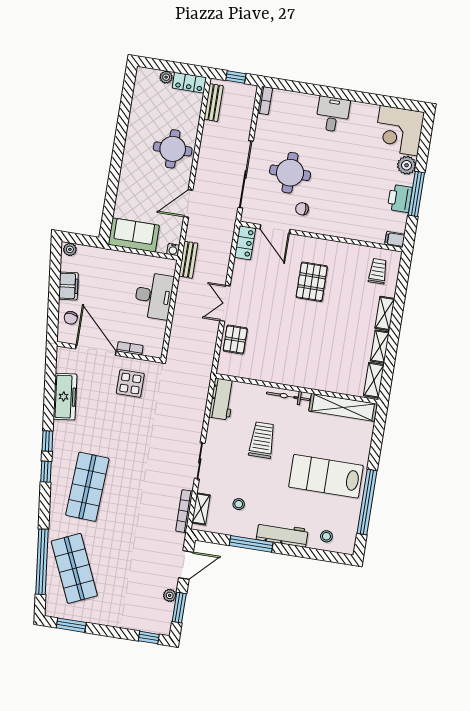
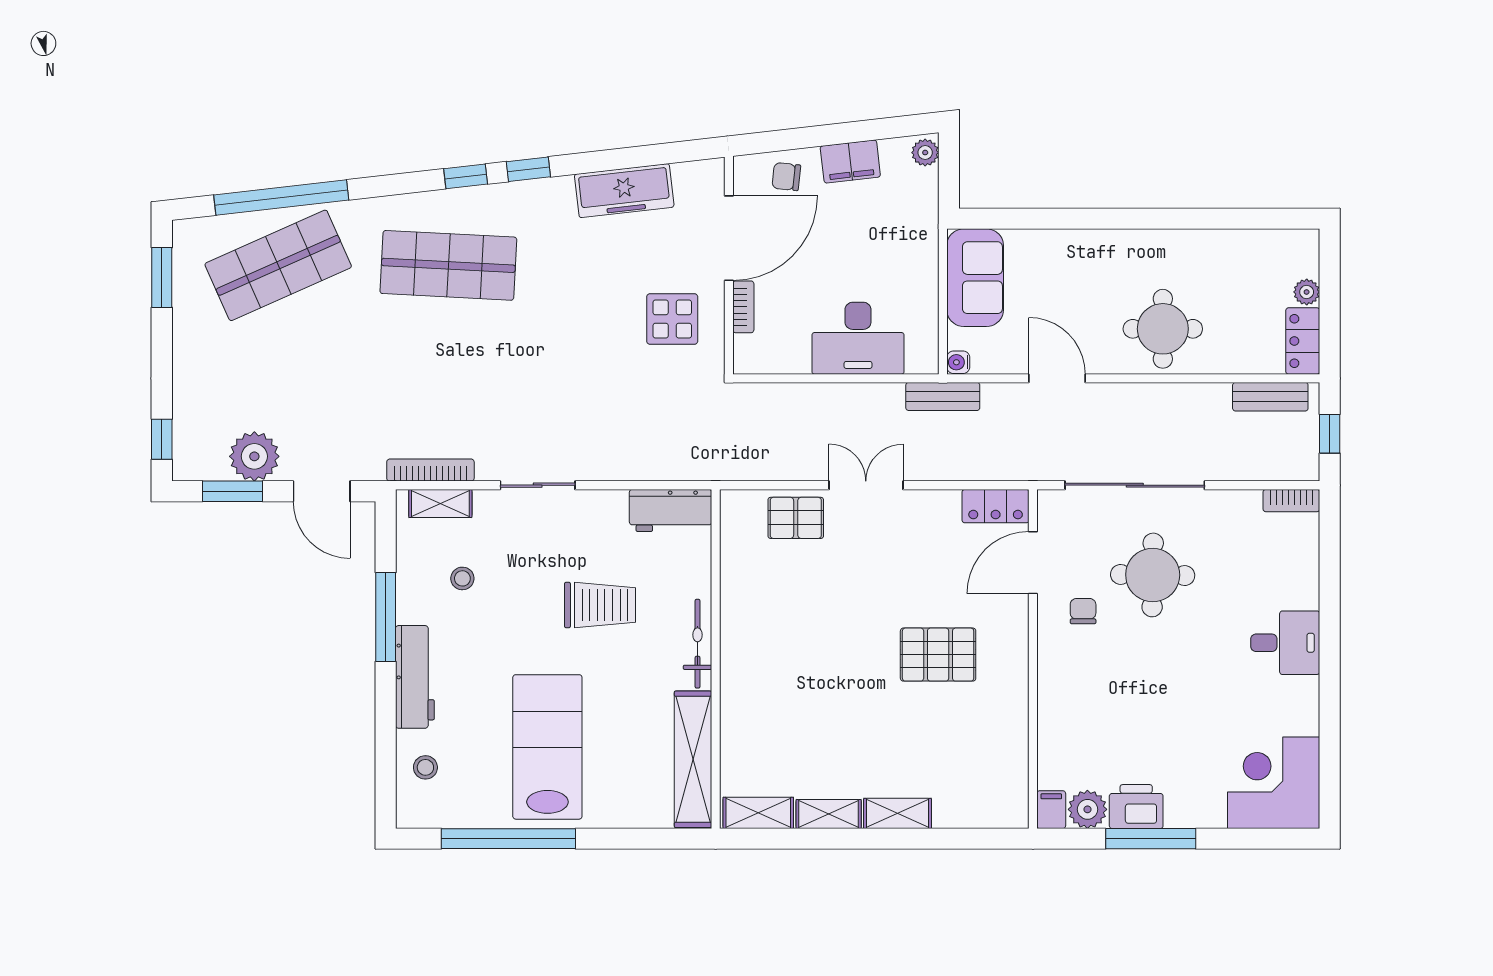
plant: (407, 165) -> (1087, 809), moved
trolley: (378, 271) -> (981, 786), removed
plant: (170, 595) -> (254, 456), width x1.88, depth x1.88

